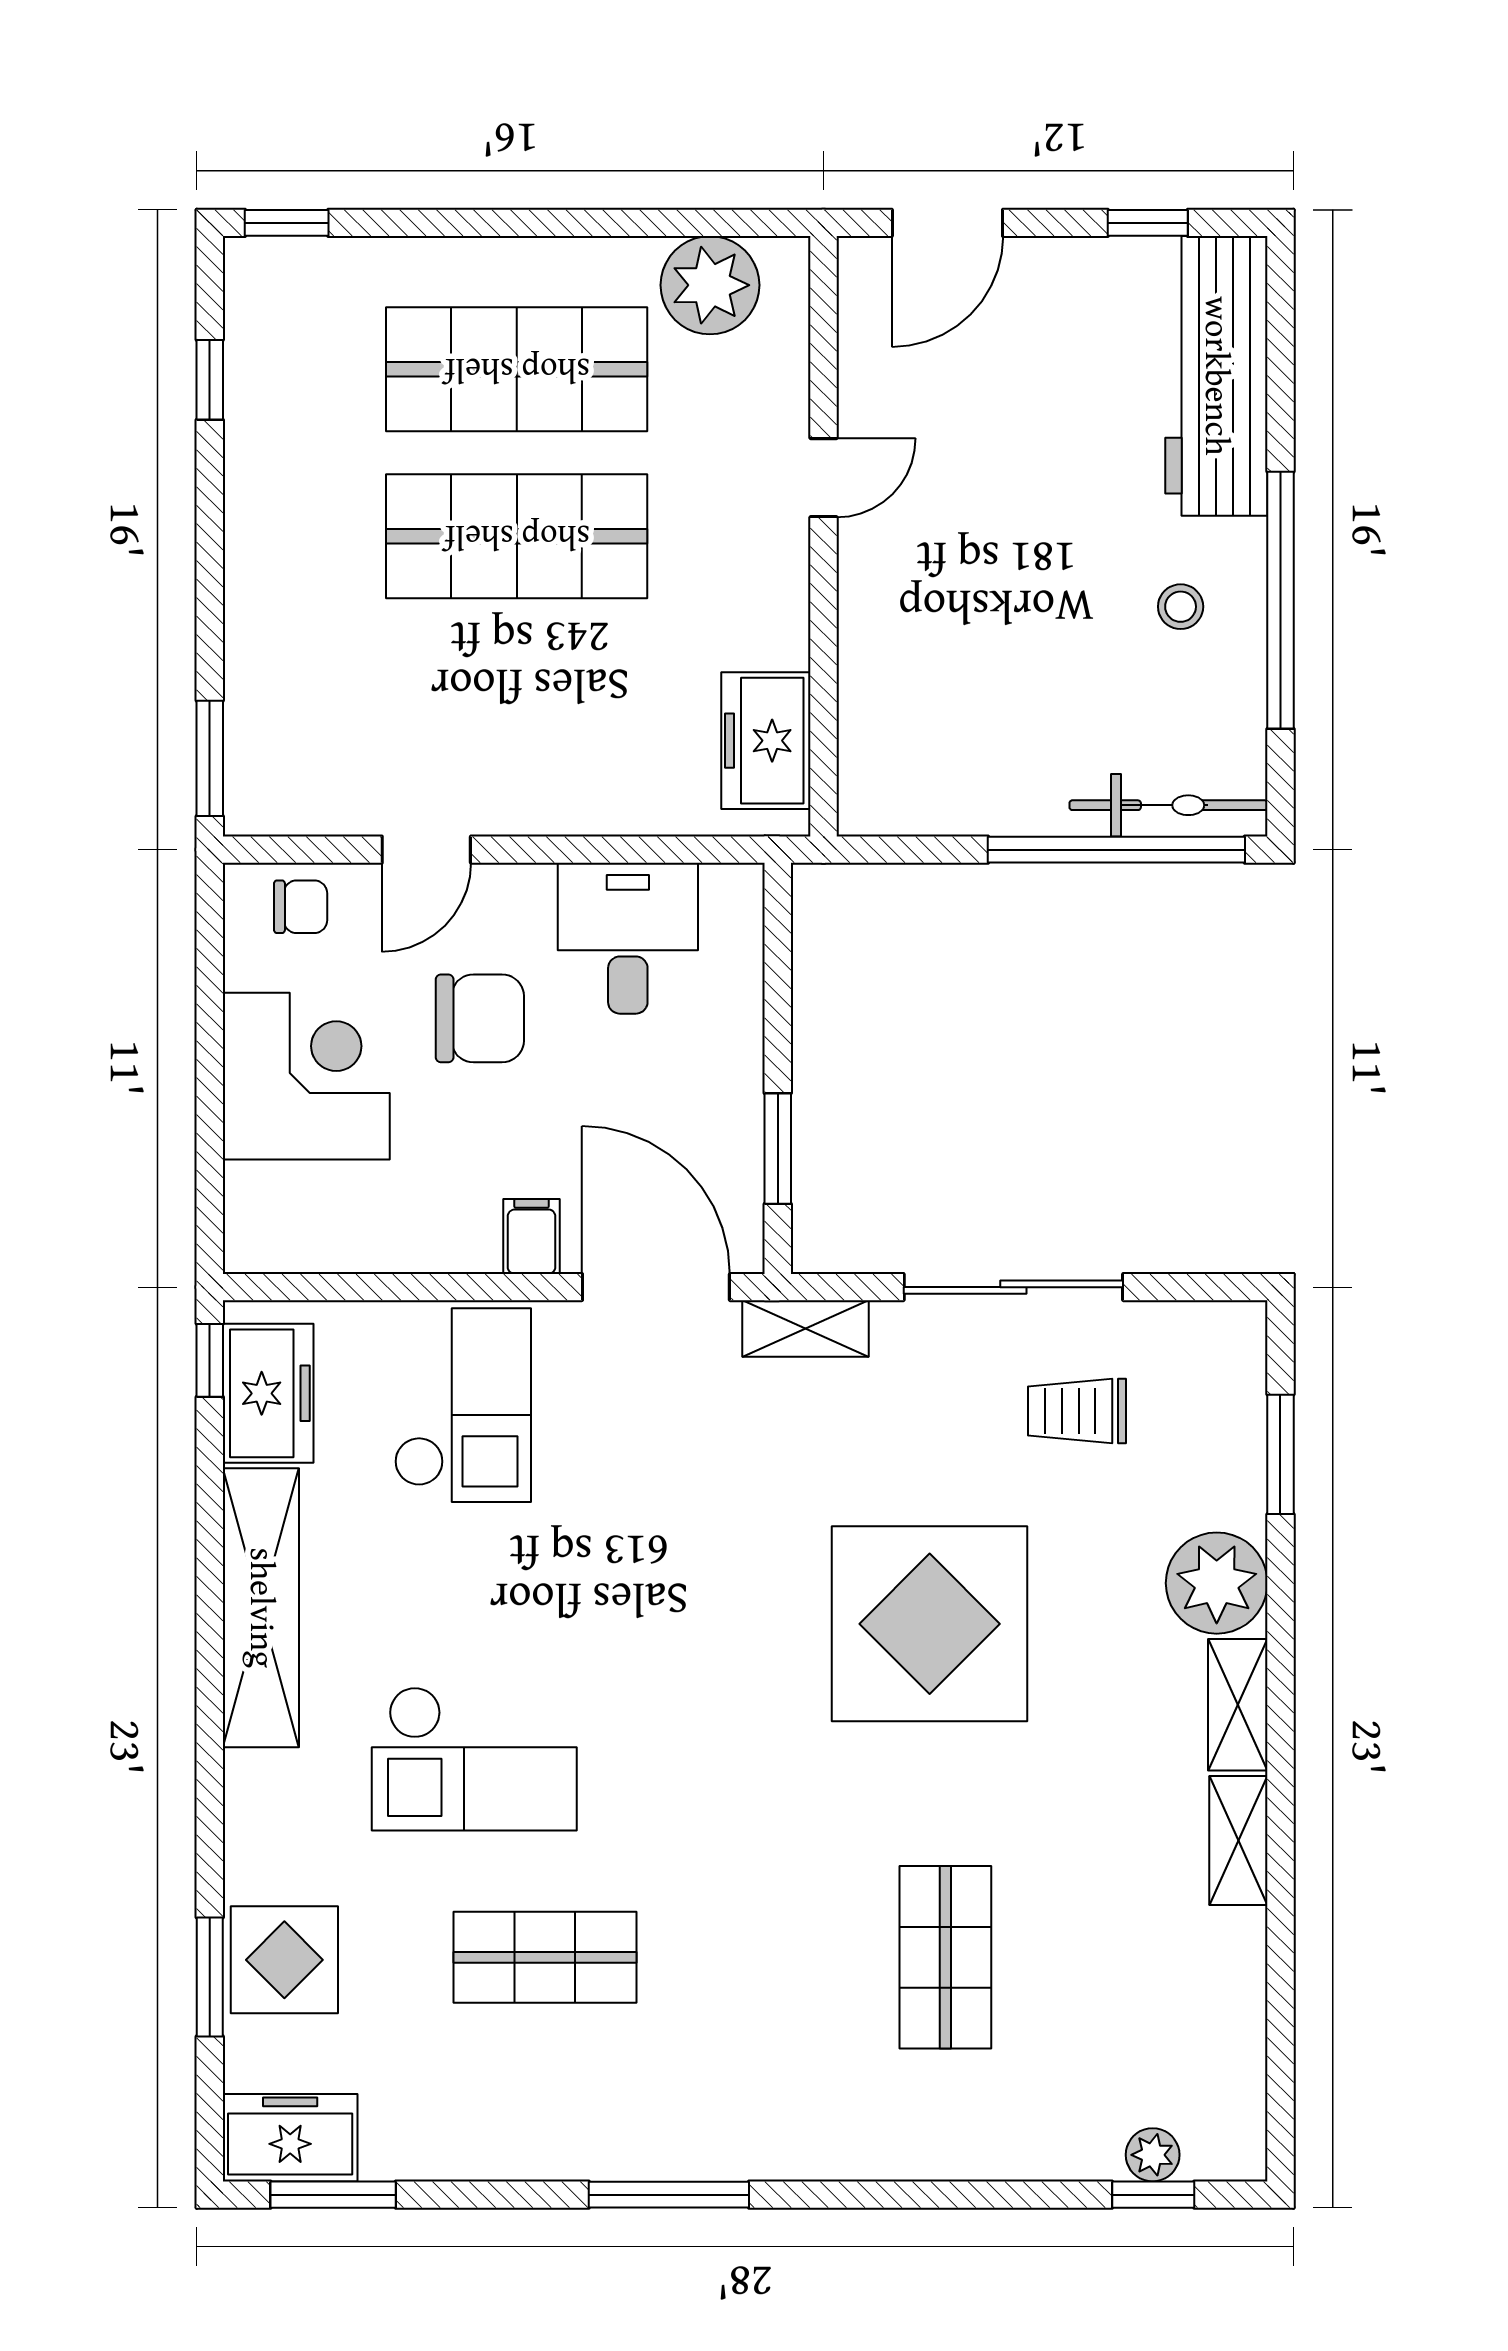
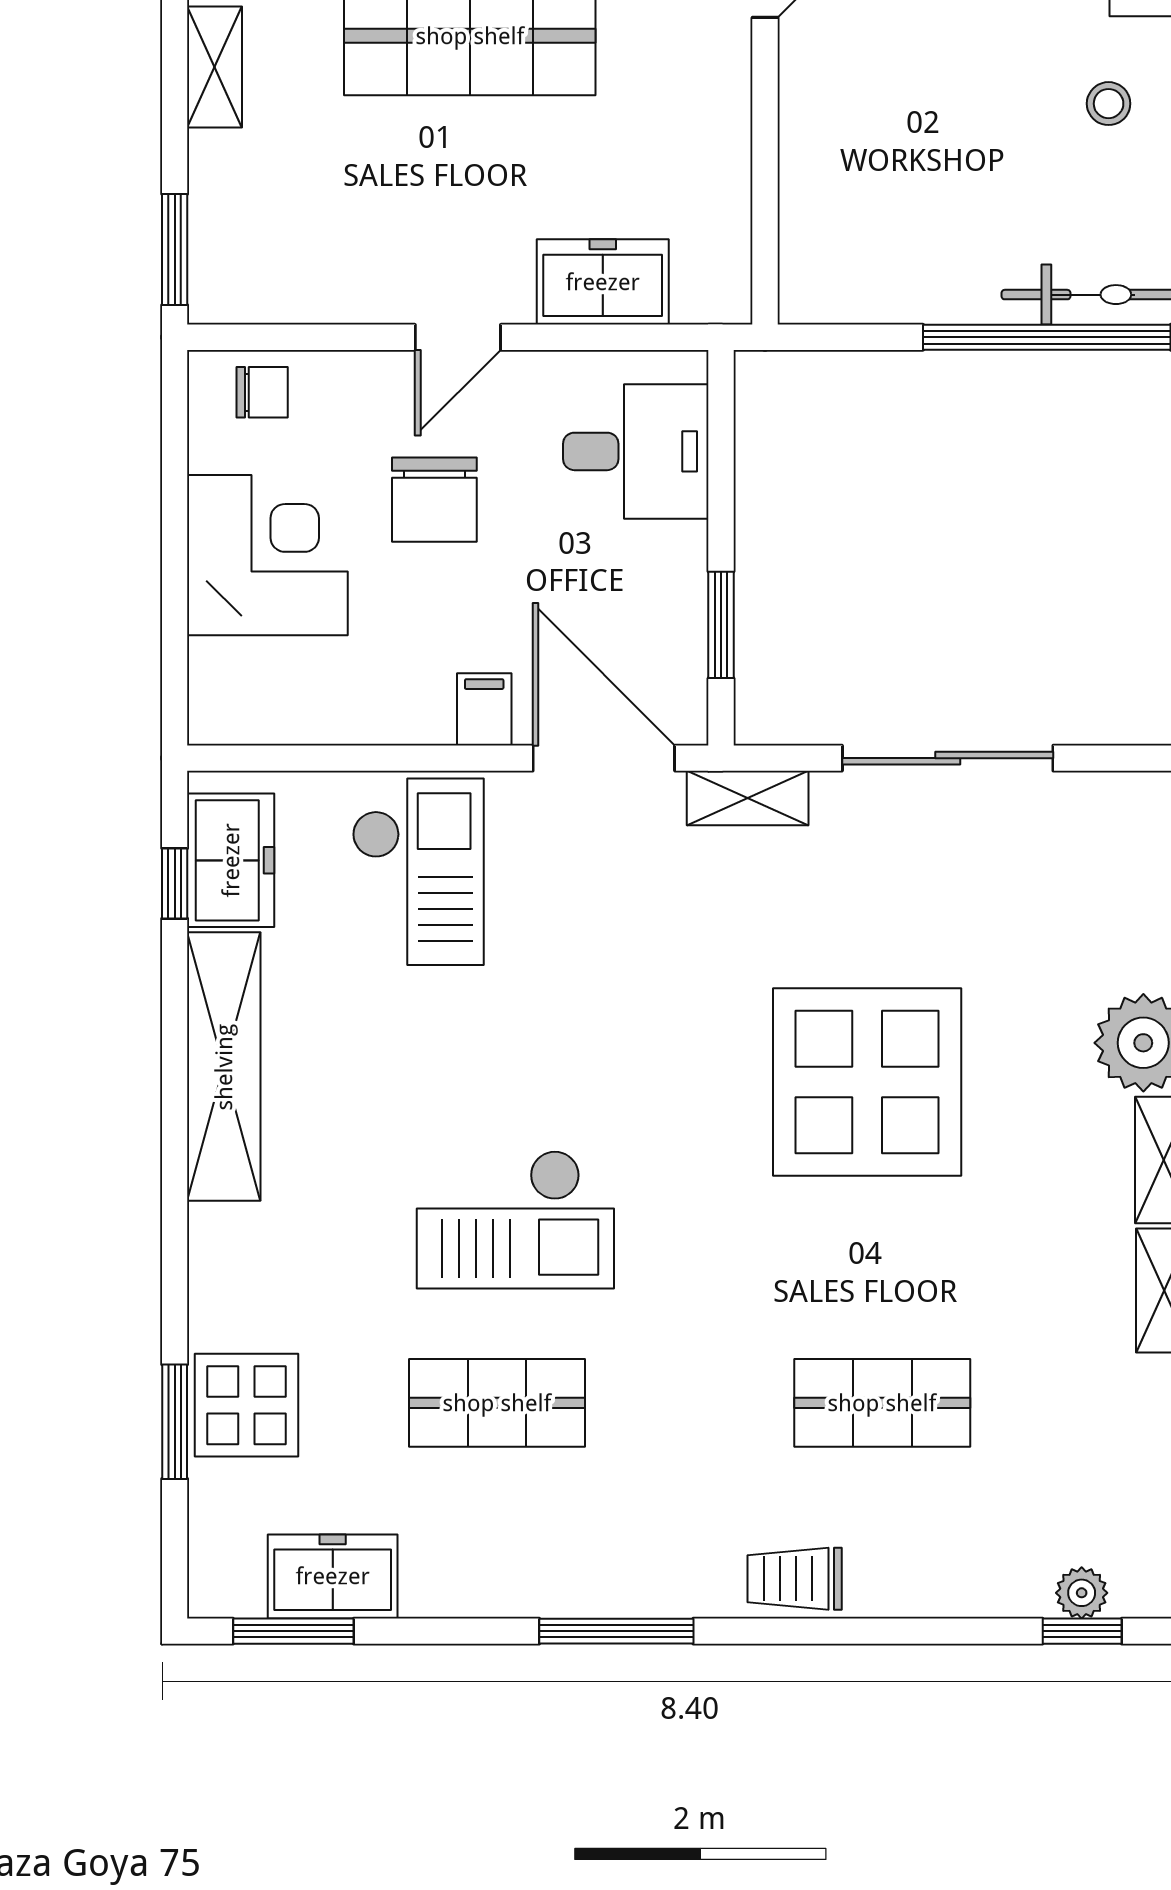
shelving: (251, 569) -> (214, 67), added
freezer: (766, 741) -> (603, 282), moved, turned 90
door: (426, 850) -> (458, 337), moved
desk: (628, 938) -> (636, 451), moved, turned 90
chair: (480, 1018) -> (434, 500), turned 90
window: (210, 1360) -> (175, 883), moved
trolley: (1077, 1411) -> (795, 1579), moved
checkout: (474, 1759) -> (515, 1219), moved
shop shelf: (945, 1957) -> (882, 1403), turned 90
freezer: (290, 2138) -> (333, 1576), moved

